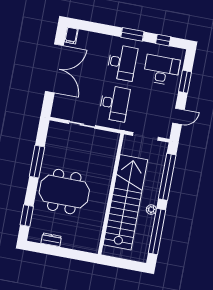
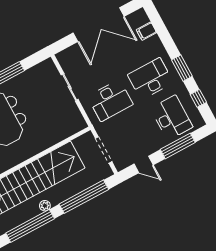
filing cabinet: (71, 36) -> (146, 31), moved
desk: (122, 63) -> (150, 79), turned 180
window: (185, 82) -> (178, 146), width x1.44

